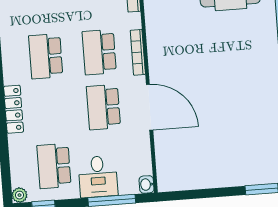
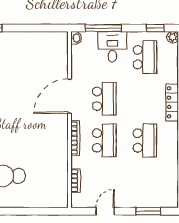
door: (150, 107) -> (69, 96), hinge flipped

